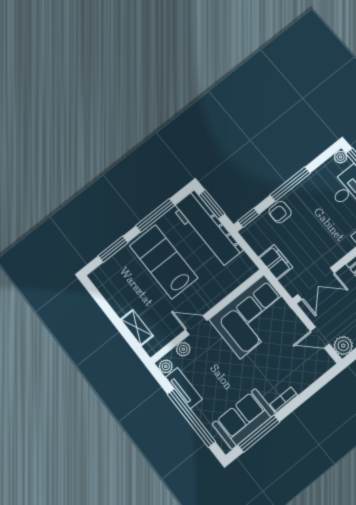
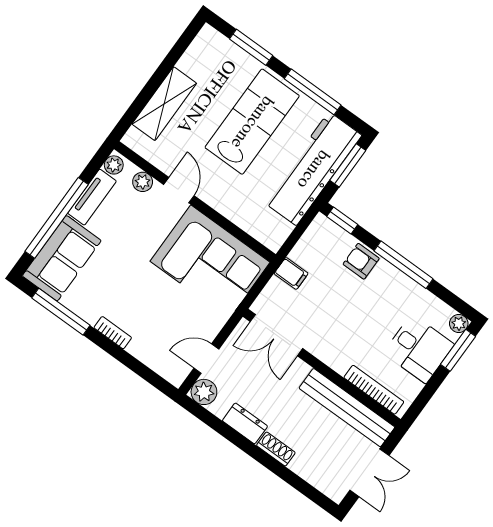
filing cabinet: (276, 262) -> (291, 273), width x0.50
shelving: (137, 328) -> (164, 104), width x1.50, depth x1.33
door: (320, 338) -> (206, 359), hinge flipped
sofa: (244, 419) -> (62, 258), moved, turned 90

